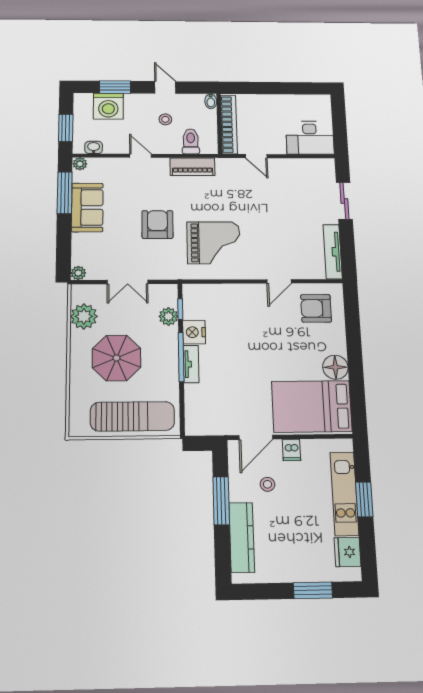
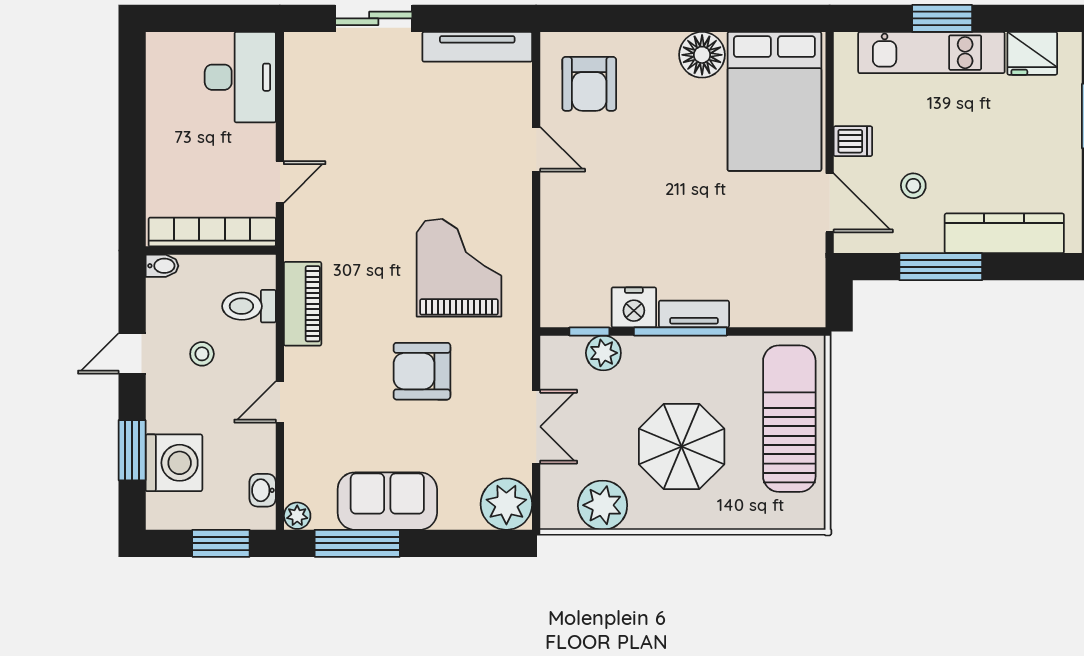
plant: (78, 273) -> (506, 504), width x1.88, depth x1.88

